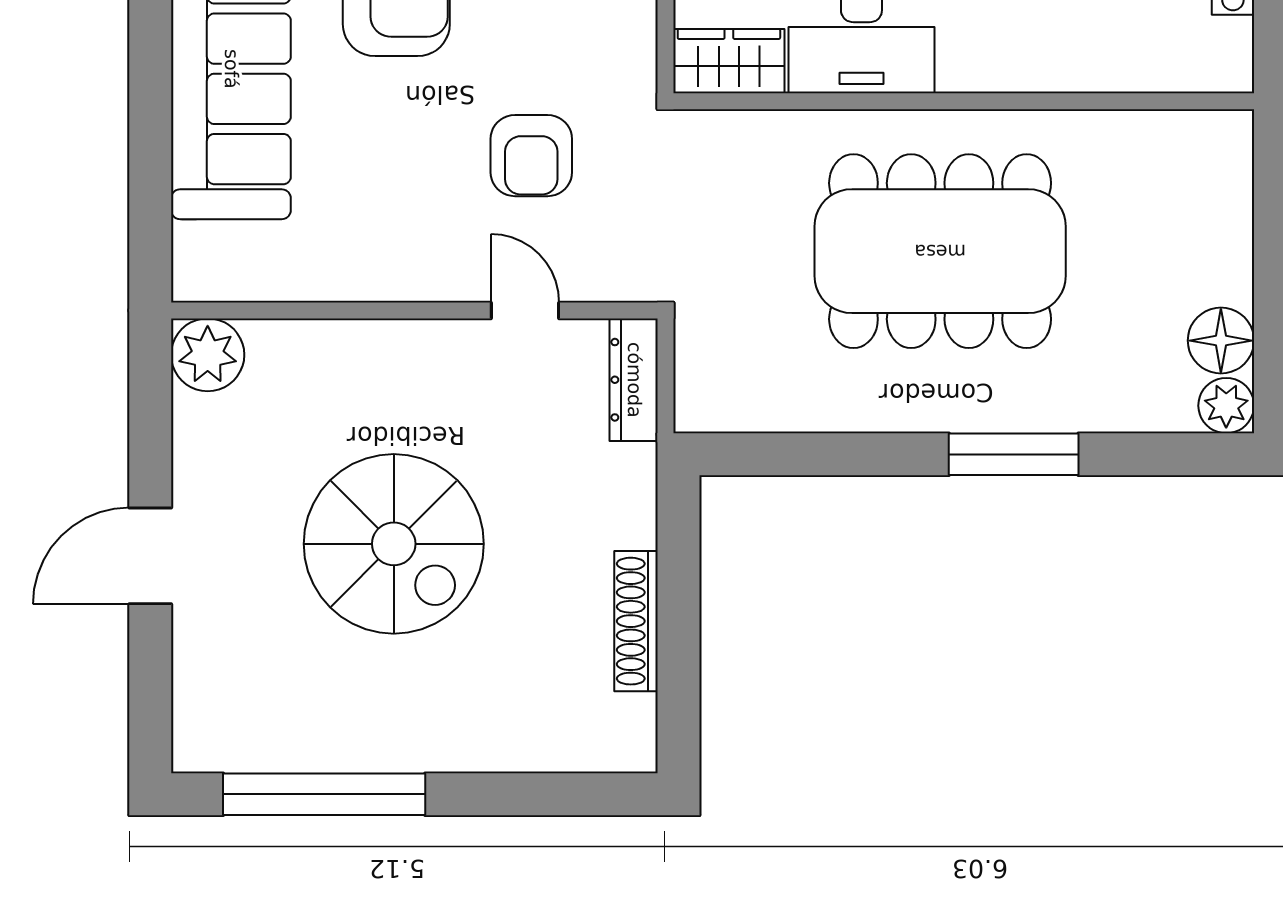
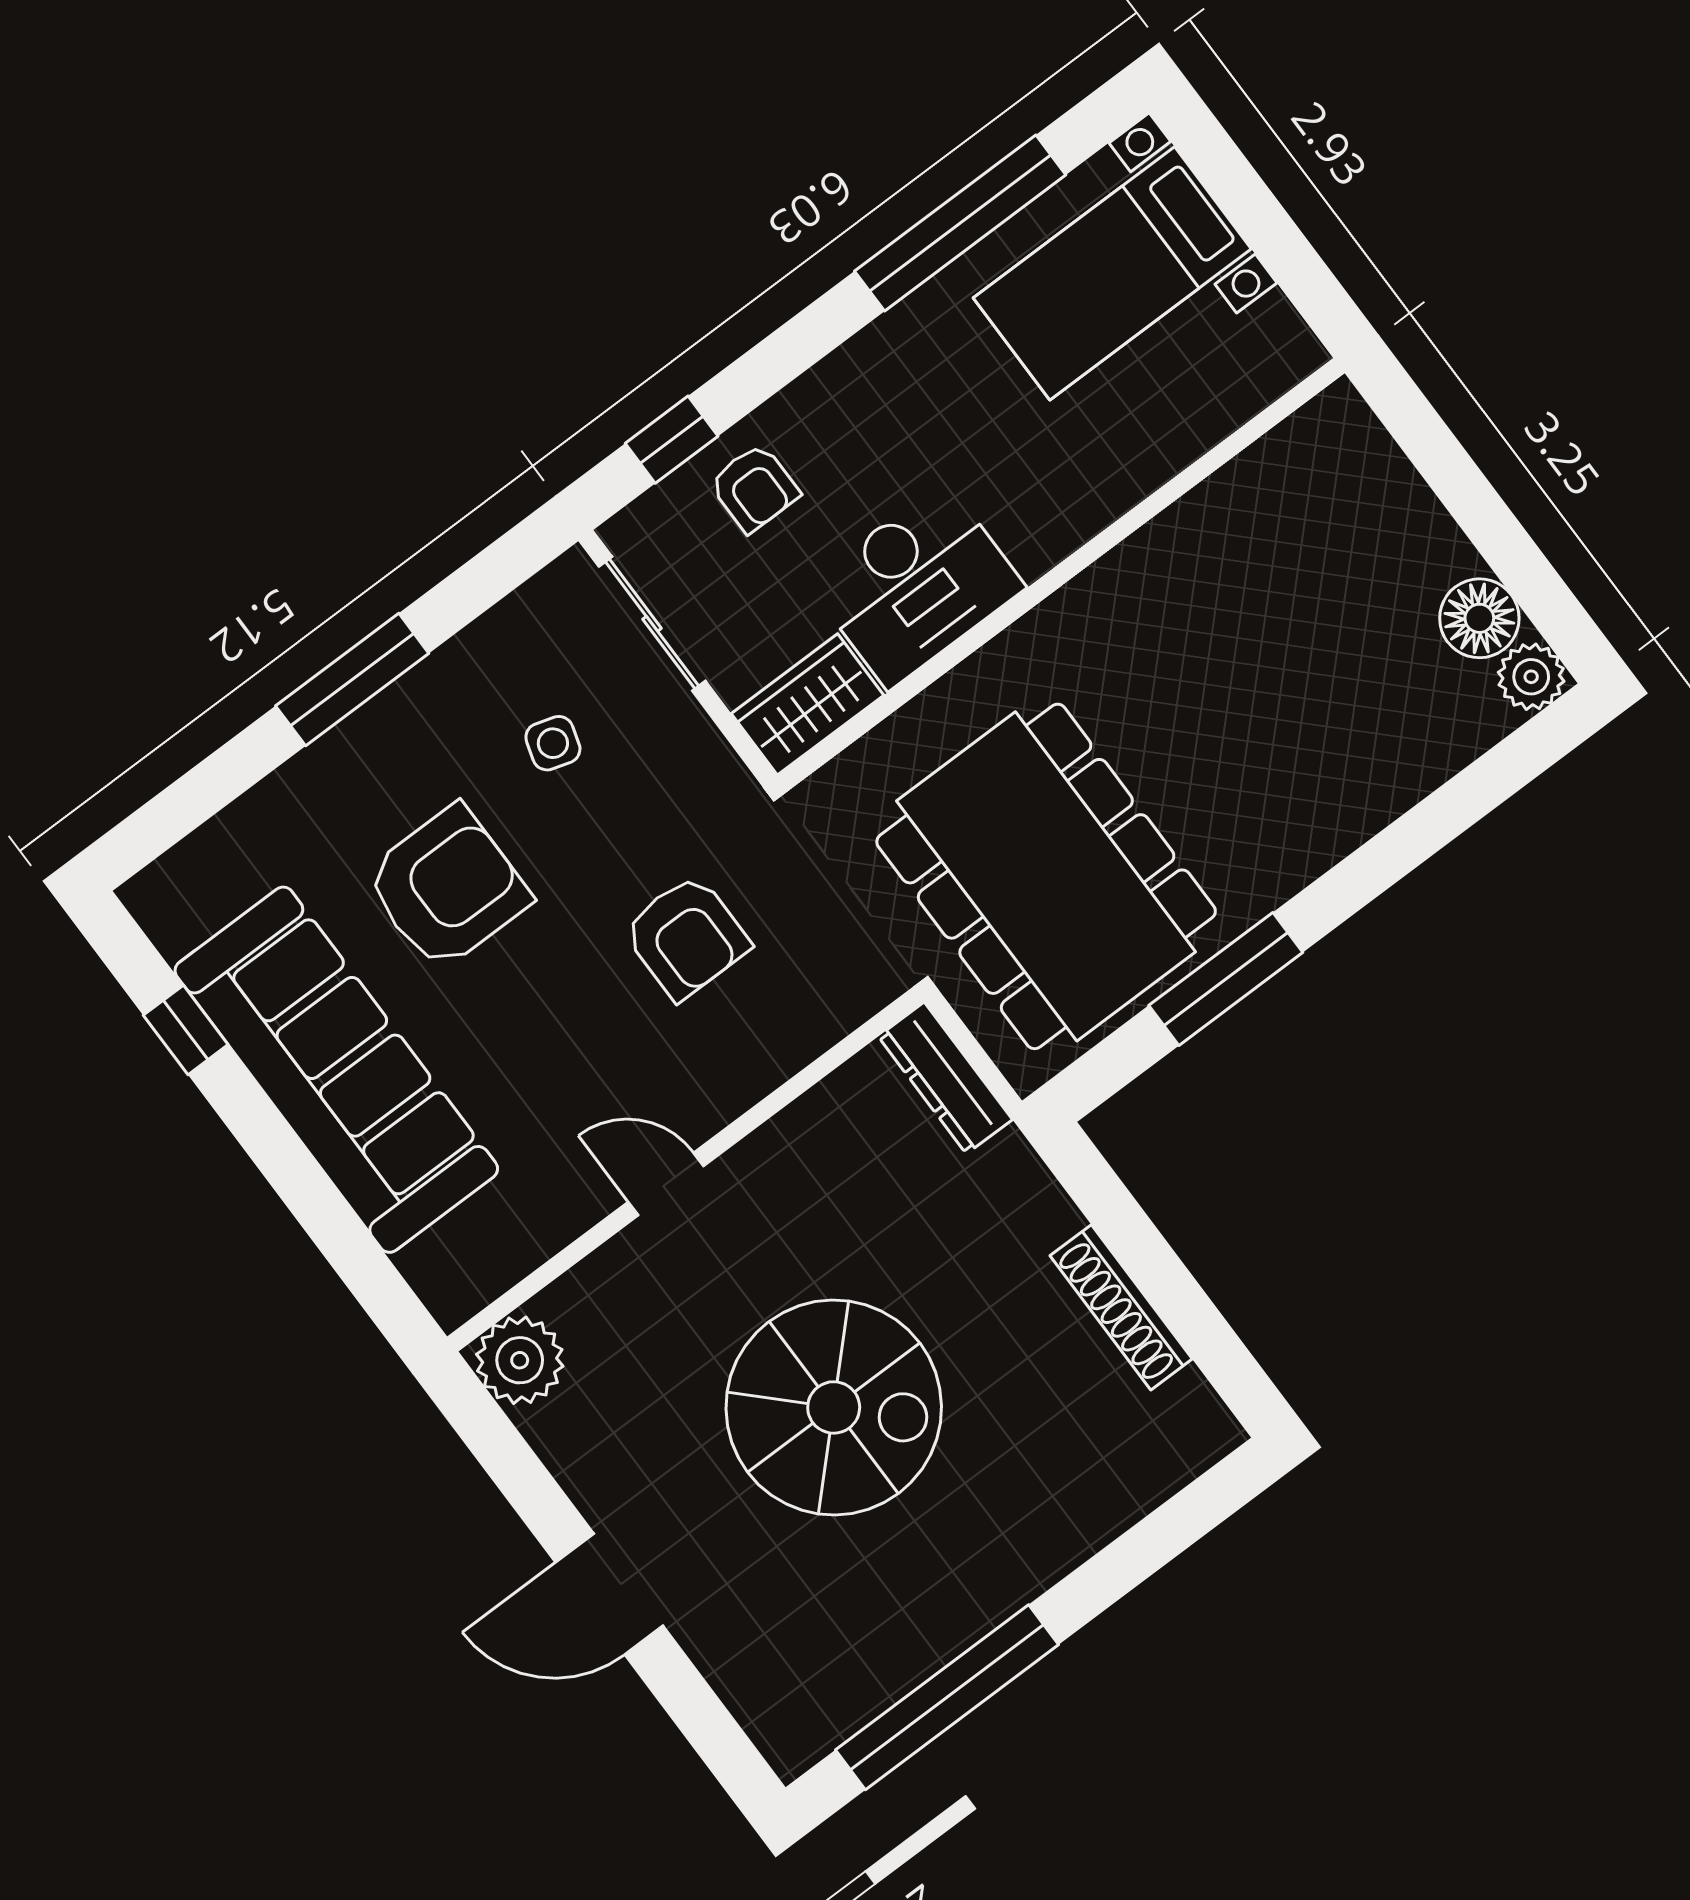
dining table: (940, 251) -> (1046, 876), moved, turned 90
door: (525, 310) -> (666, 1184), moved
window: (1014, 454) -> (1226, 979), moved
door: (150, 556) -> (609, 1594), hinge flipped

